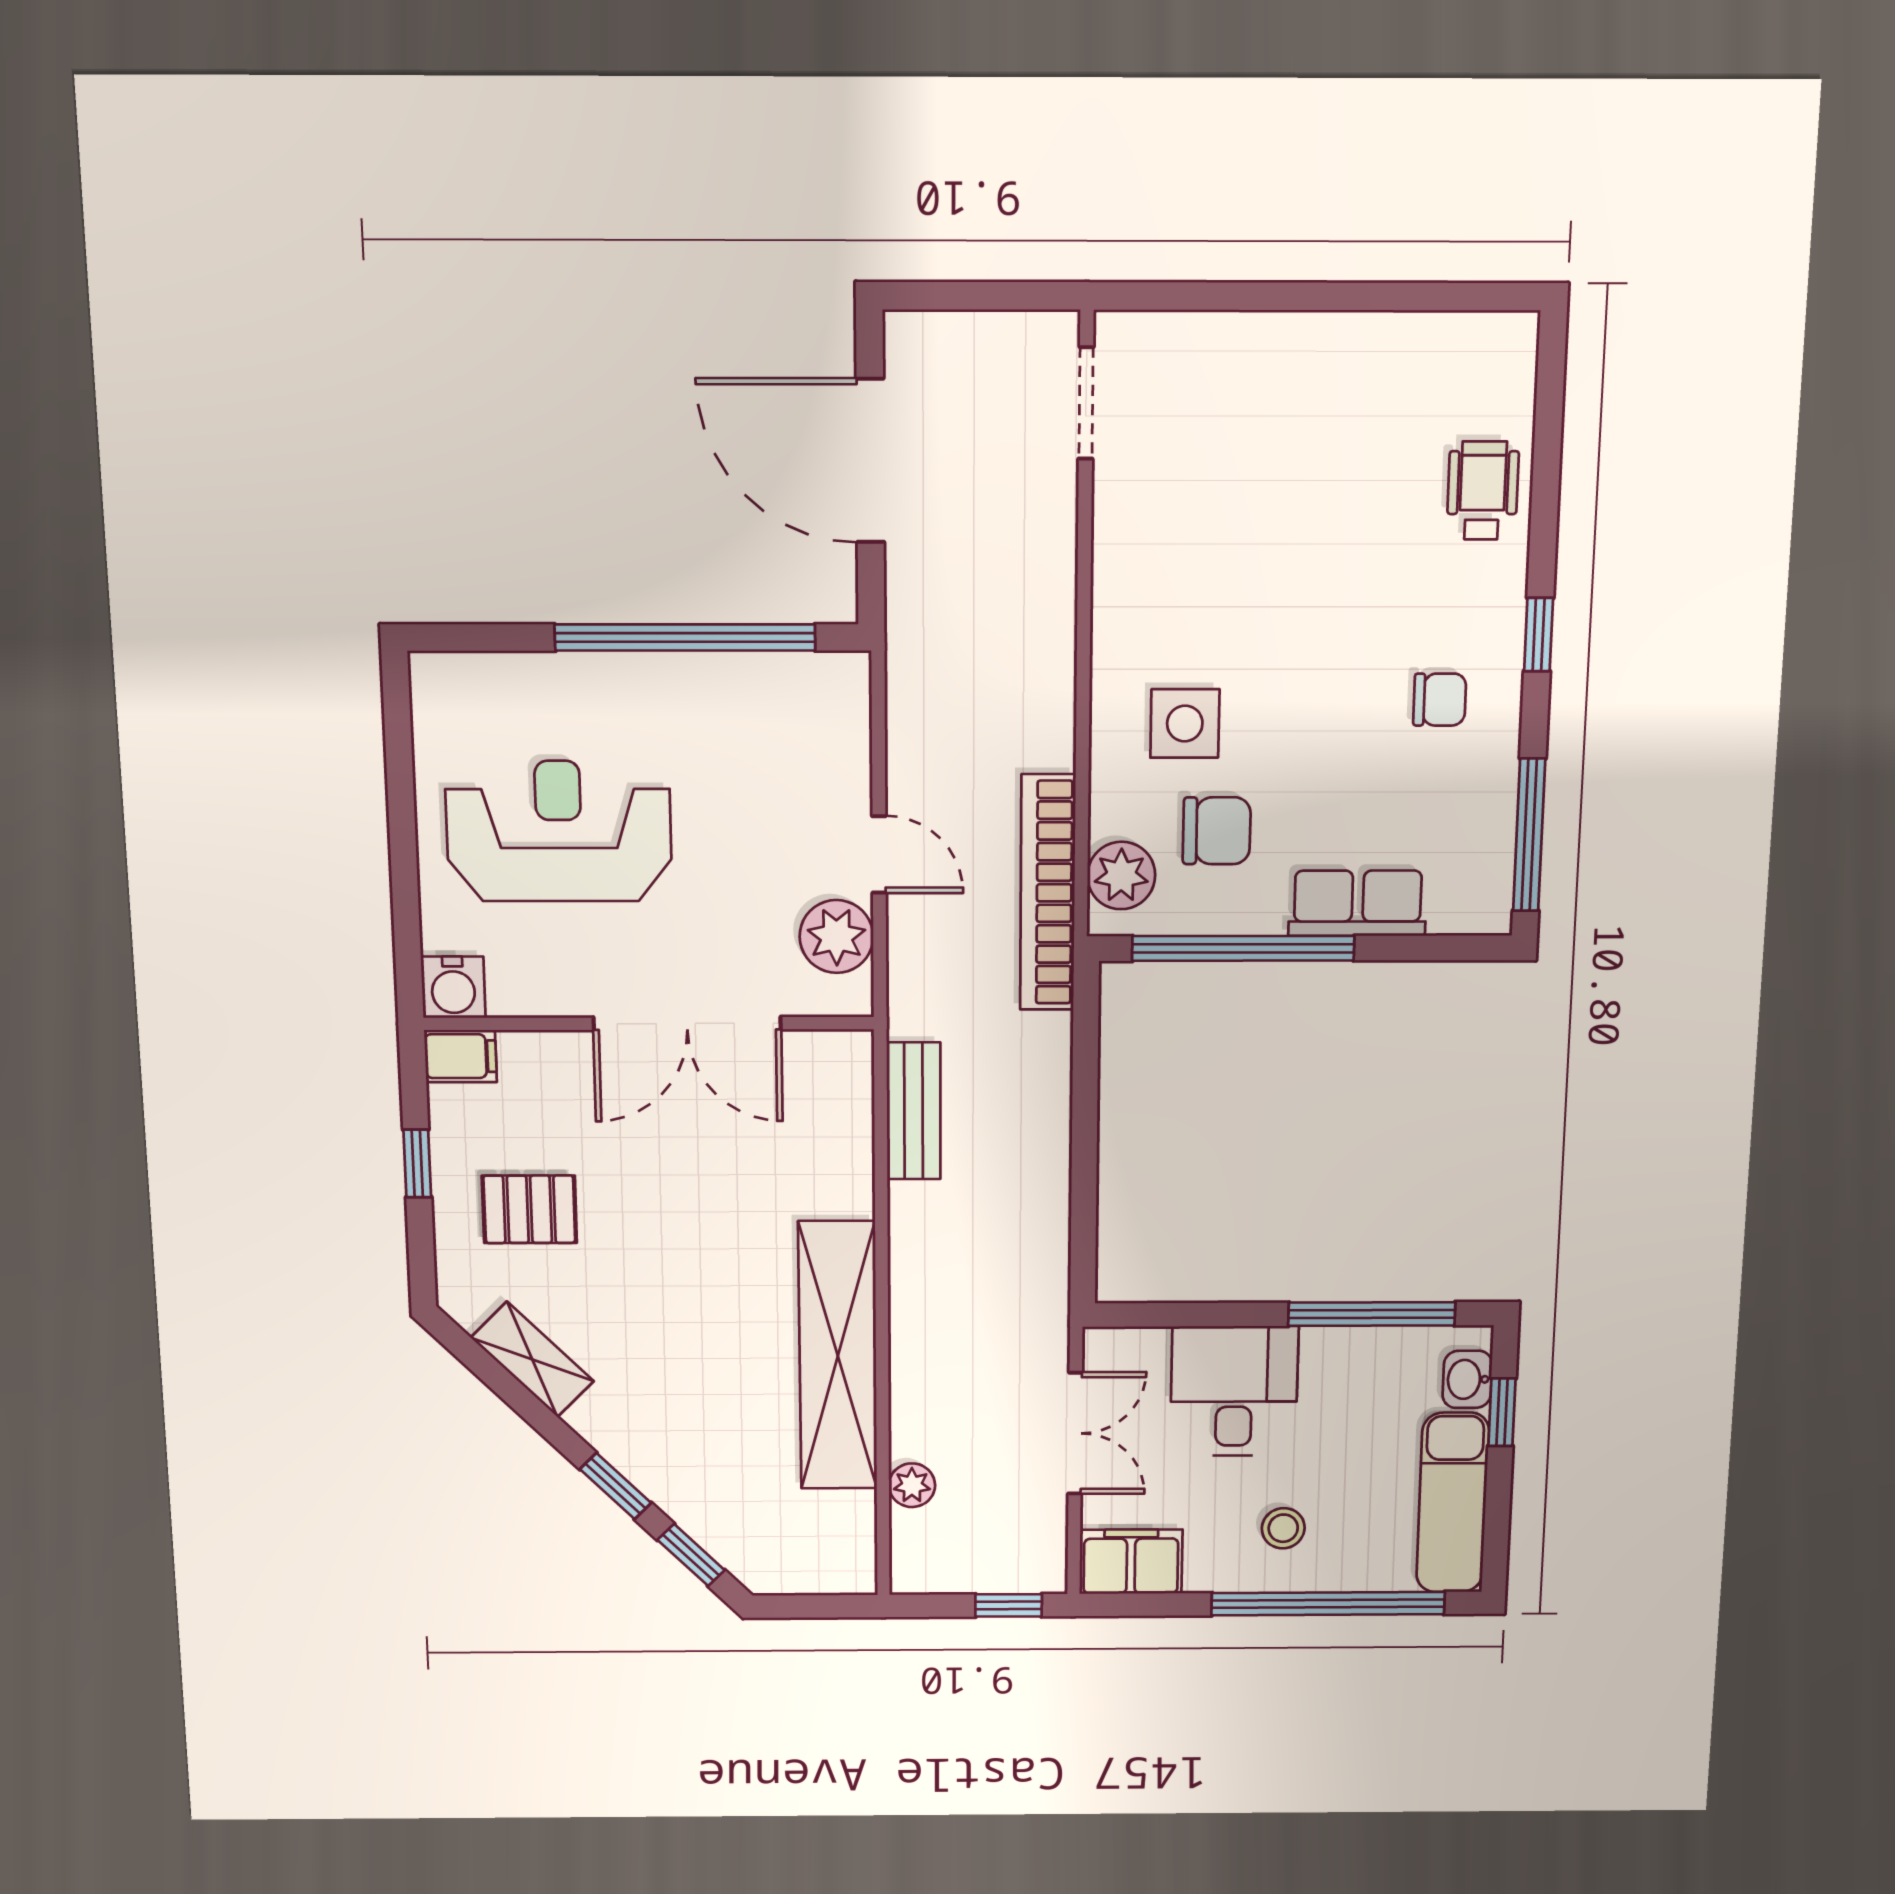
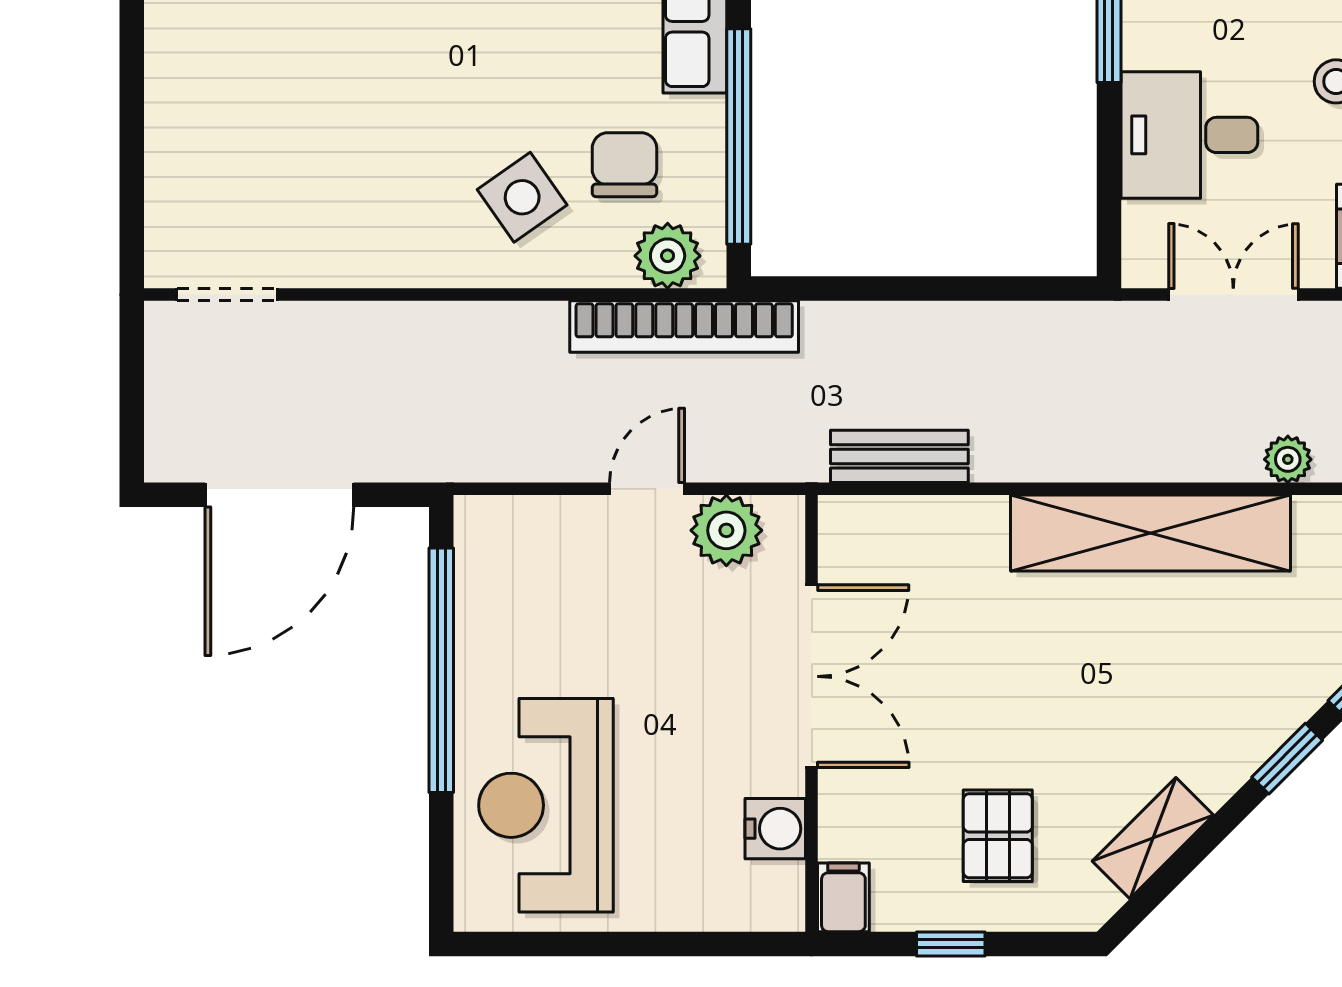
side table: (1185, 723) -> (522, 197), turned -35
reception desk: (559, 831) -> (546, 805), moved
water cooler: (453, 987) -> (775, 829), moved

